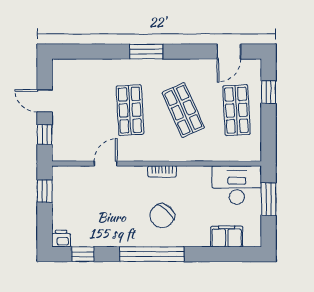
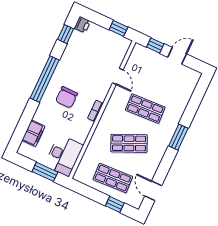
chair: (162, 216) -> (67, 97), turned -132

